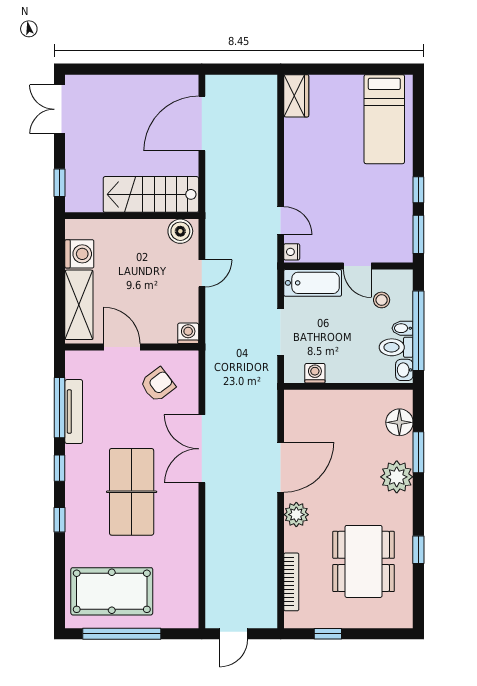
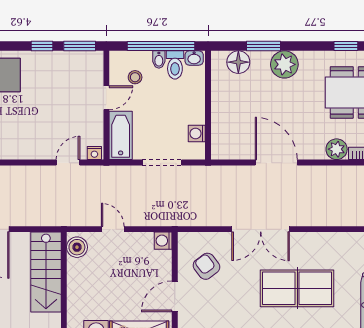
plant: (296, 515) -> (337, 149), moved

